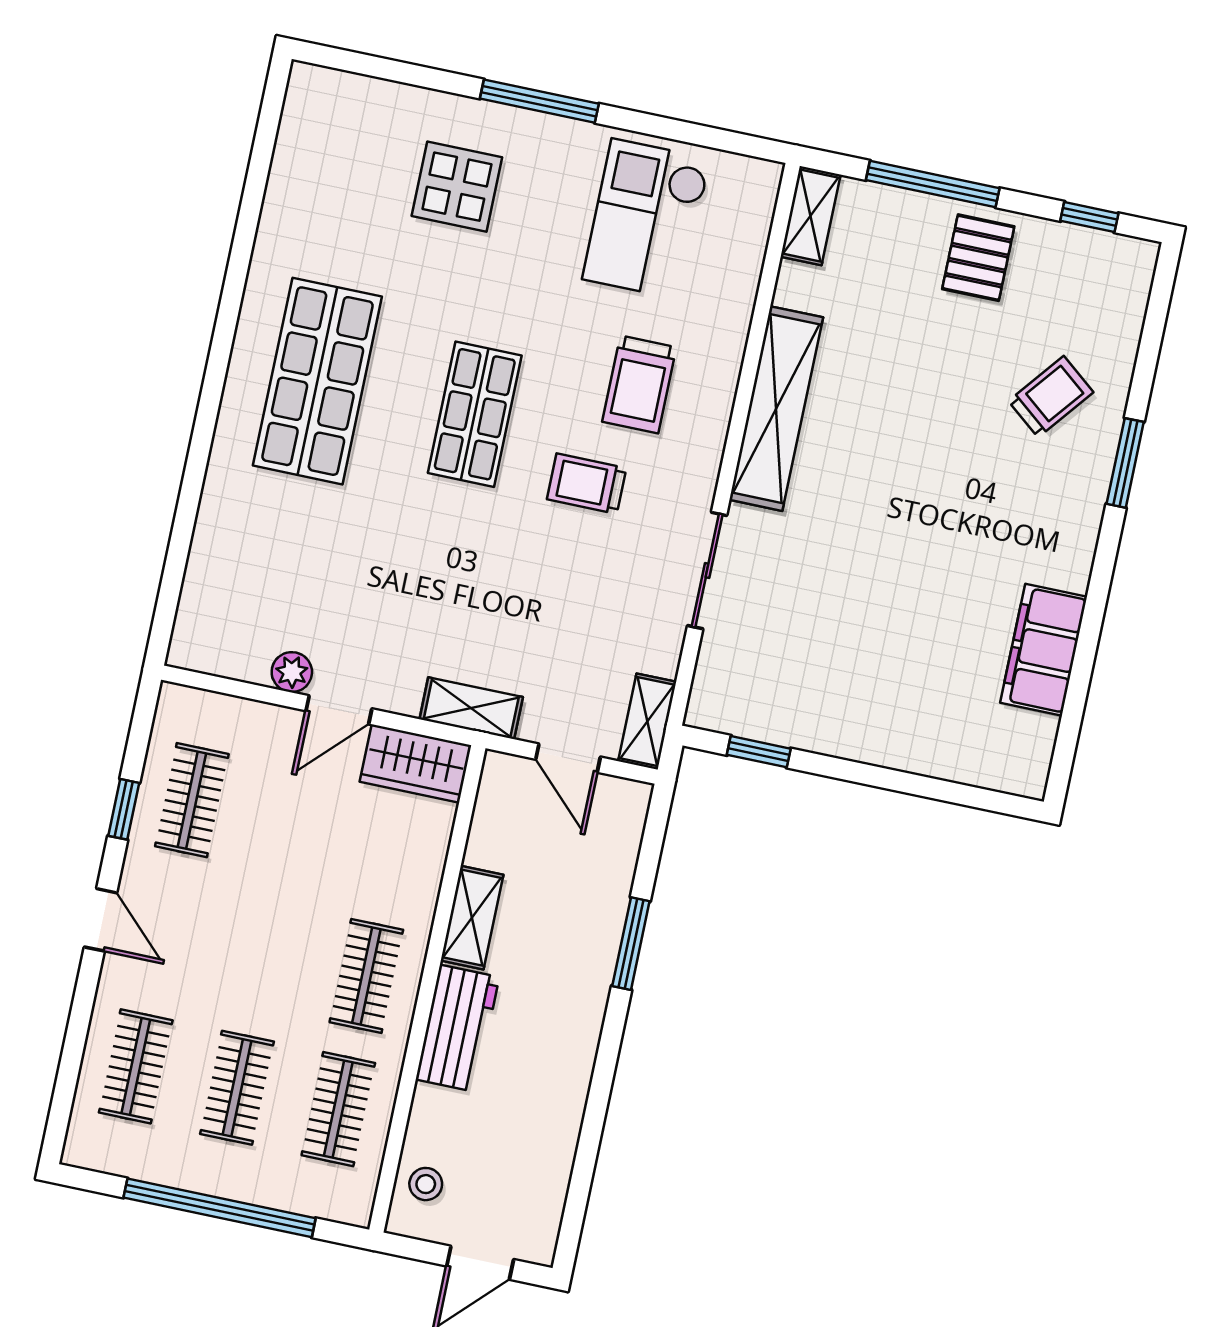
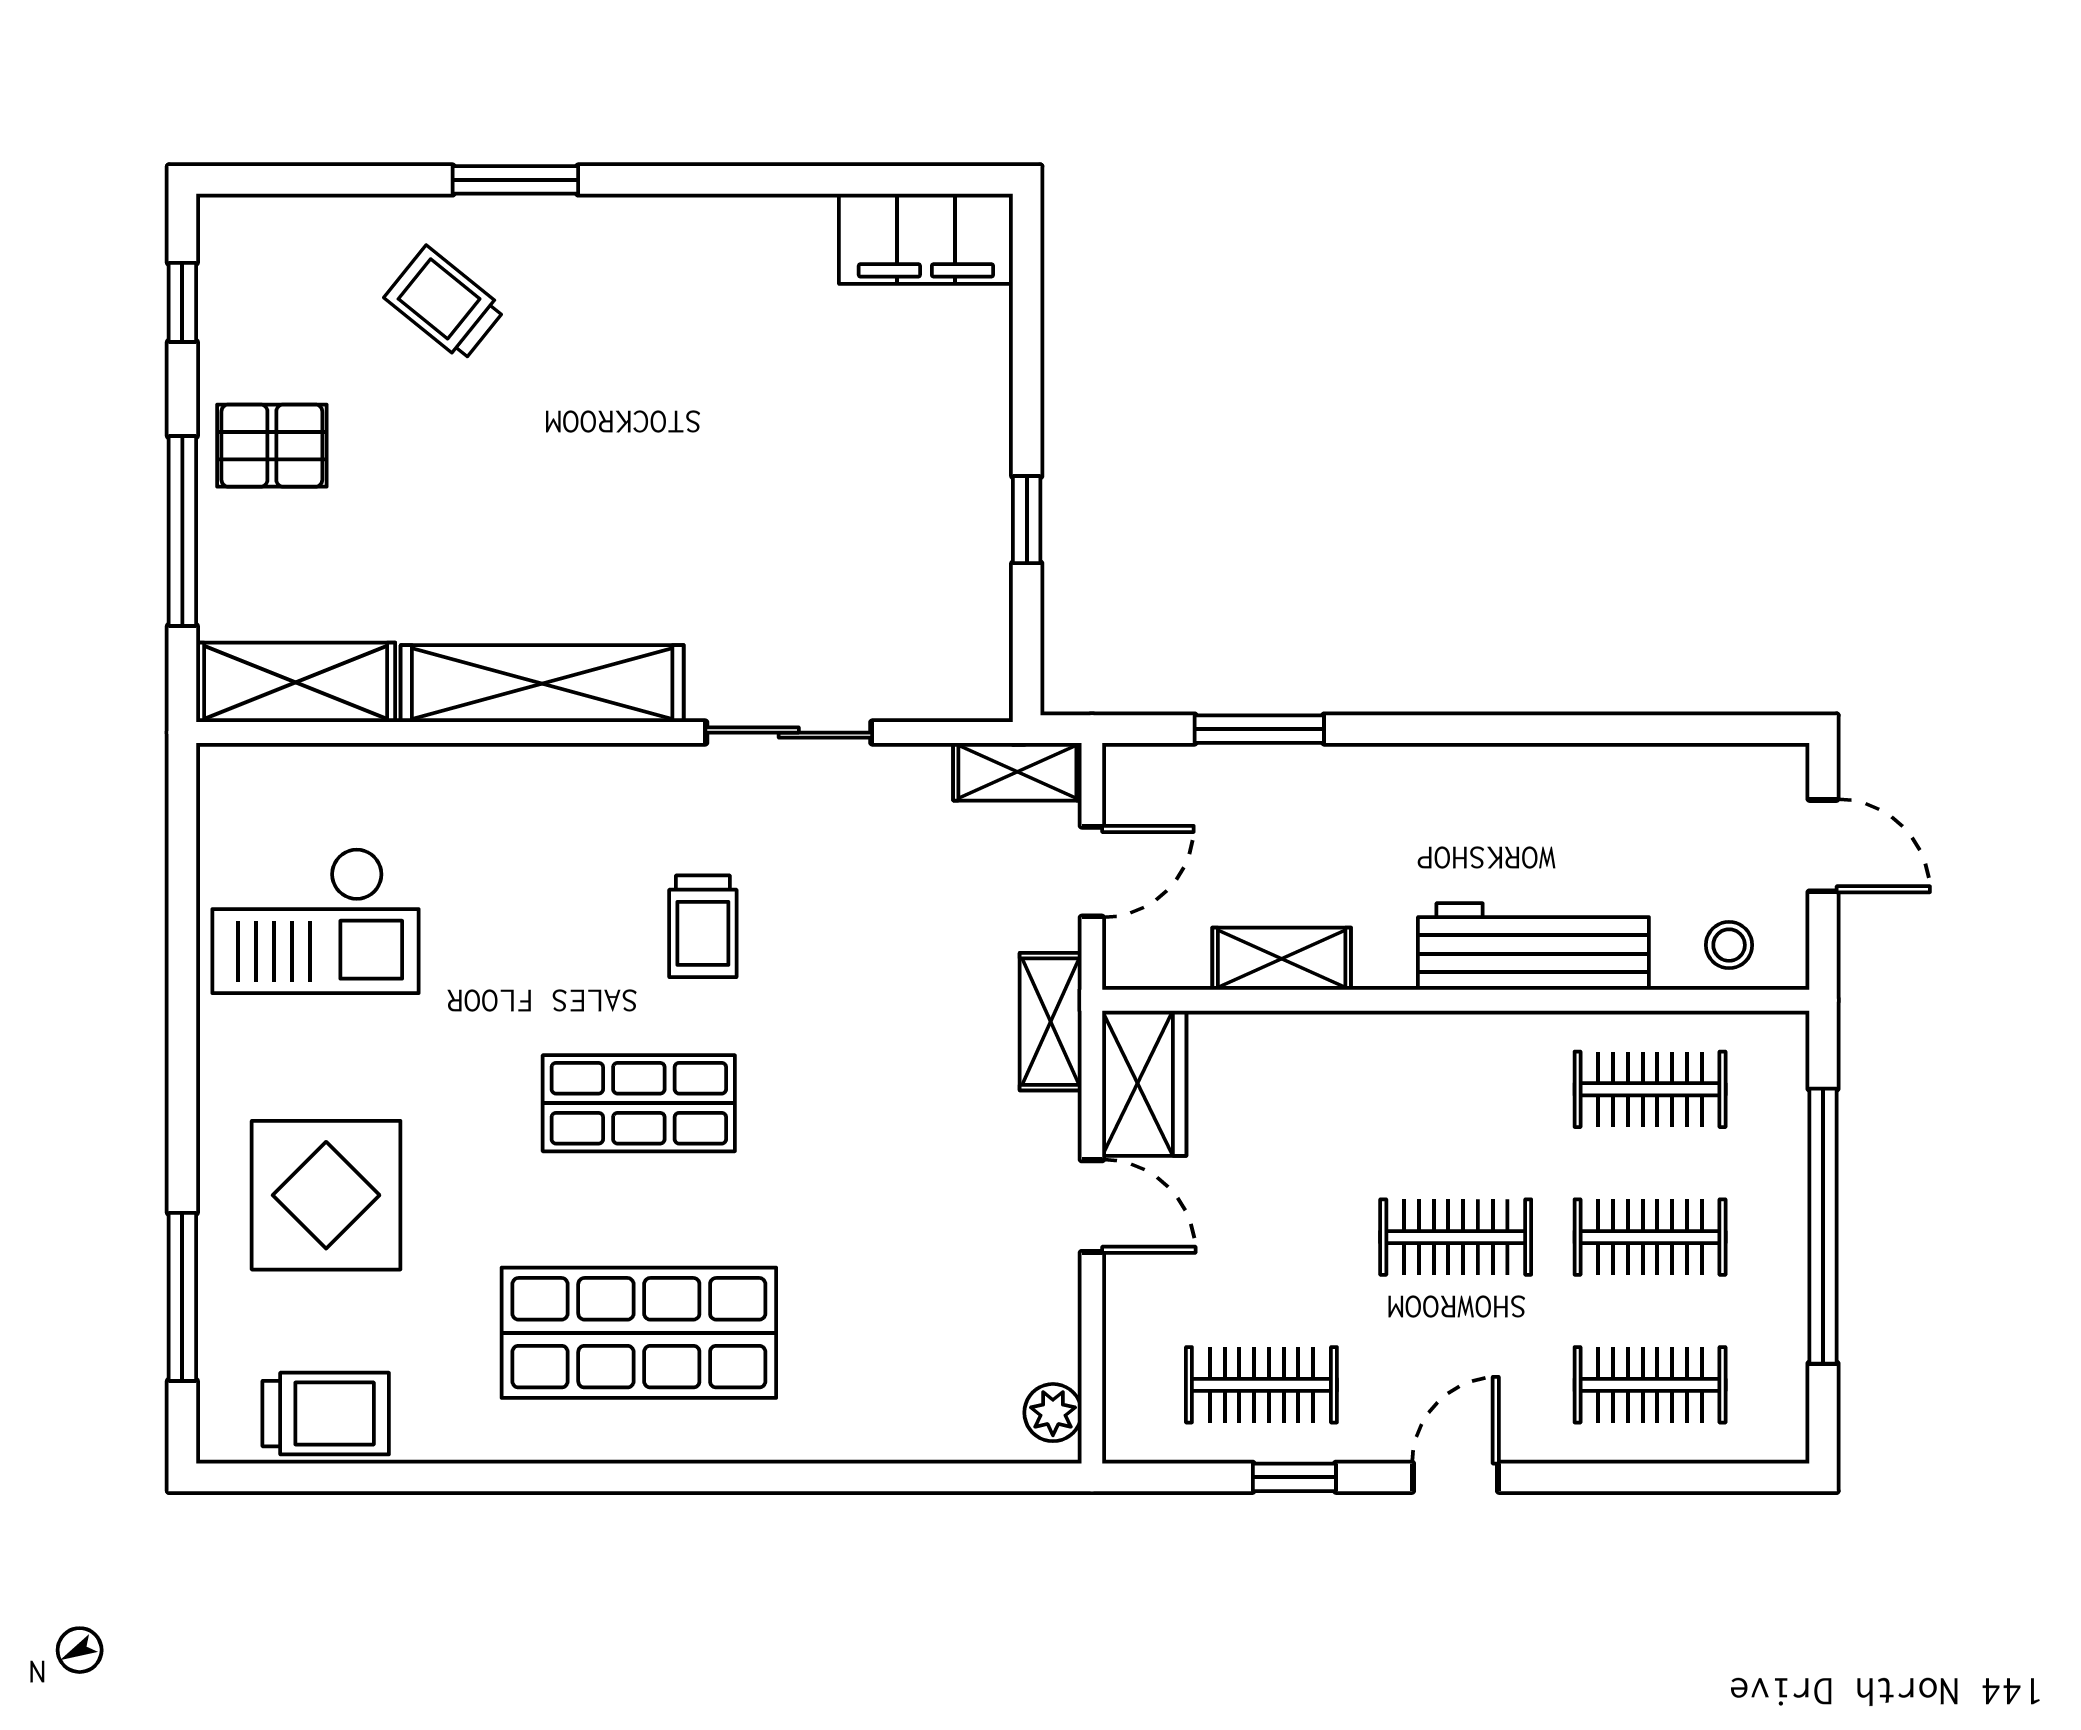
window: (539, 101) -> (182, 1297), moved
display table: (457, 187) -> (326, 1195), width x1.36, depth x1.36
shelving: (811, 216) -> (296, 682), width x1.50, depth x1.33
trolley: (639, 384) -> (326, 1414), moved
filing cabinet: (1044, 650) -> (926, 239), moved
plant: (292, 672) -> (1053, 1413), moved
window: (759, 752) -> (1027, 520), moved
shelving: (472, 918) -> (1282, 959), moved
window: (631, 944) -> (1259, 729), moved
clothes rail: (366, 976) -> (1456, 1237), moved
workbench: (457, 1028) -> (1533, 947), width x1.38

